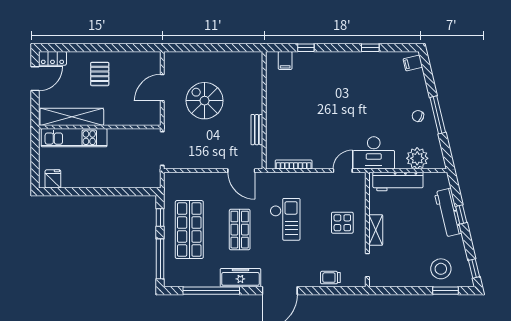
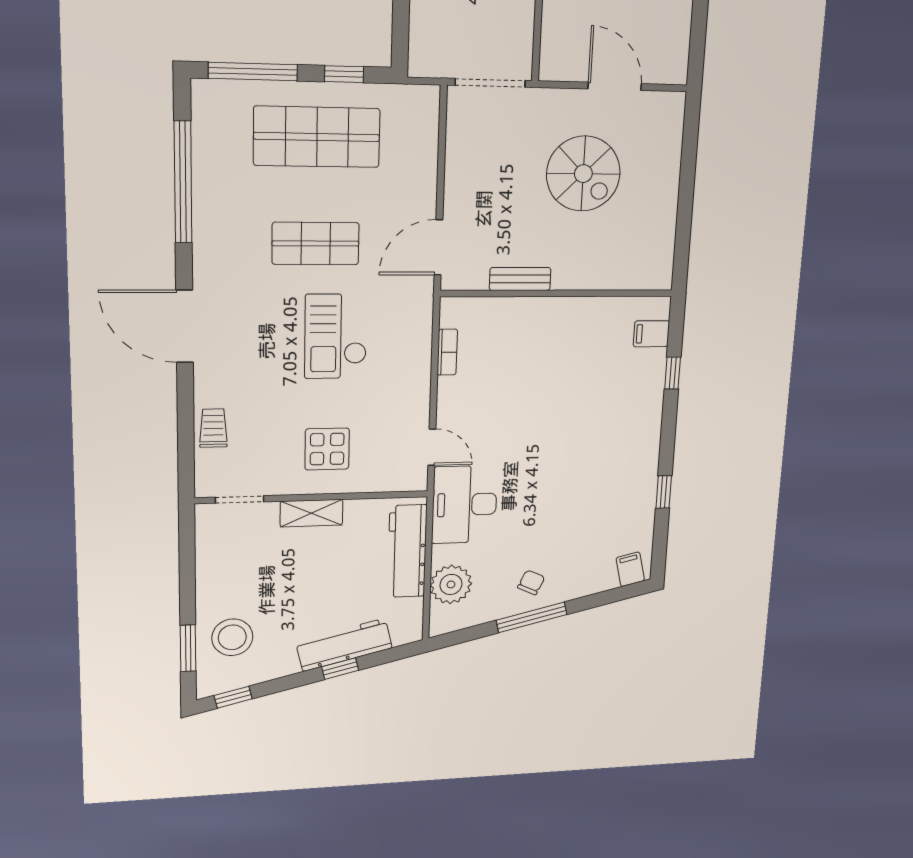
spiral stairs: (205, 101) -> (583, 174), turned 90
bookcase: (294, 164) -> (447, 352), width x0.64
checkout: (285, 219) -> (336, 336), turned 90
freezer: (240, 278) -> (212, 245), removed

